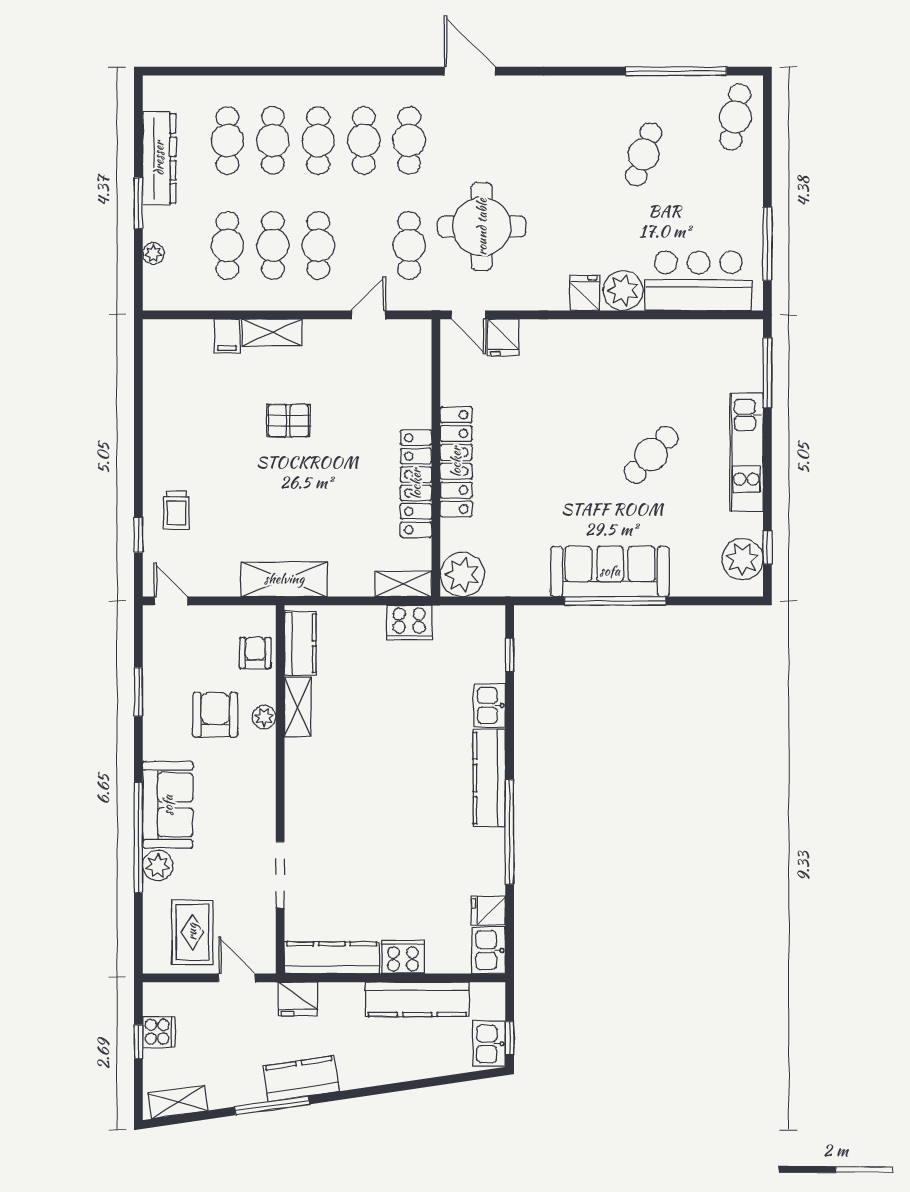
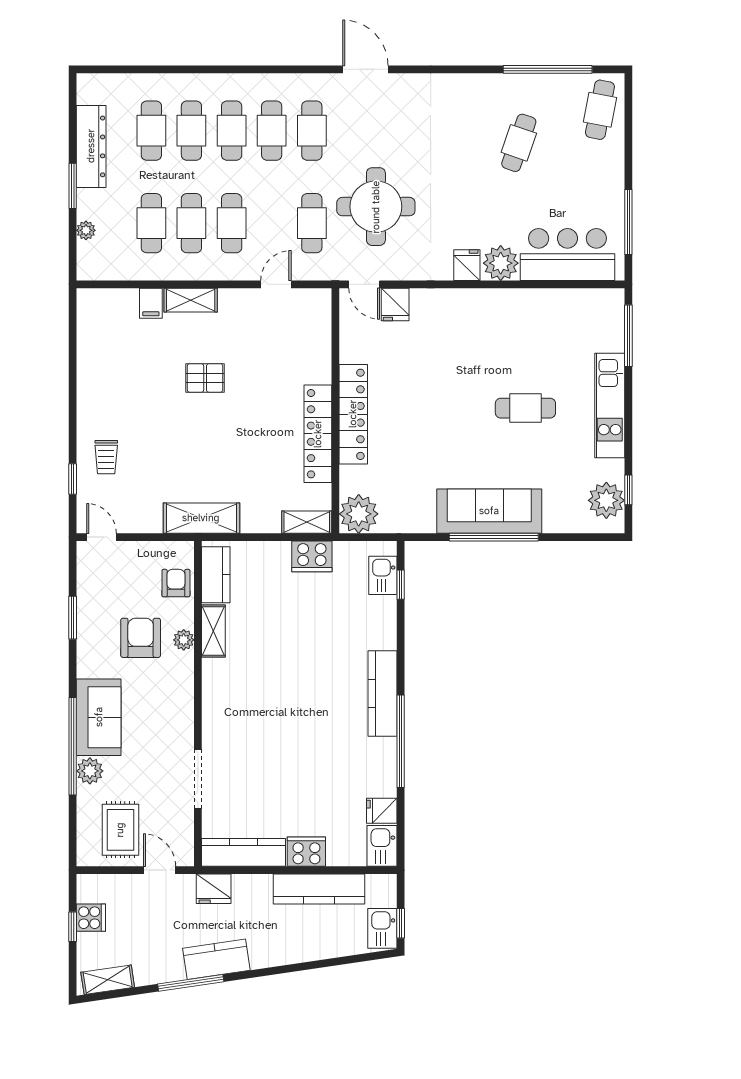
cafe table: (651, 455) -> (525, 408), turned 48
kitchen sink: (490, 705) -> (383, 575), moved

